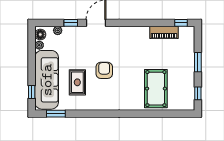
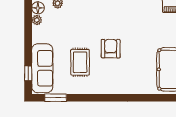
sofa: (47, 80) -> (42, 68), width x0.74, depth x0.79

